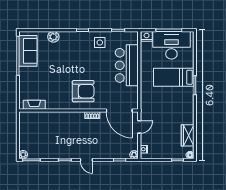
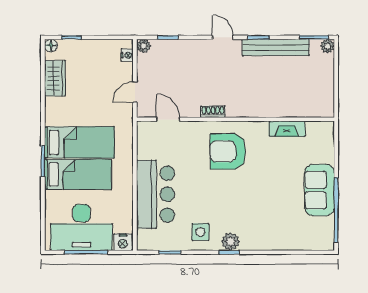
plant: (53, 37) -> (231, 241), moved
sofa: (28, 51) -> (320, 190), moved
bed: (173, 97) -> (79, 142), added
fireplace: (34, 105) -> (287, 129), moved
door: (119, 111) -> (168, 119), width x0.53
bench: (54, 154) -> (276, 47), added

